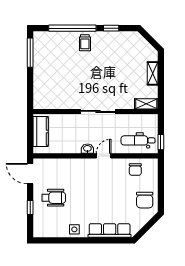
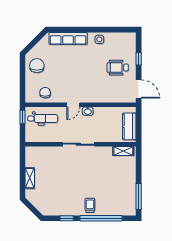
shelving: (146, 104) -> (123, 151), moved

